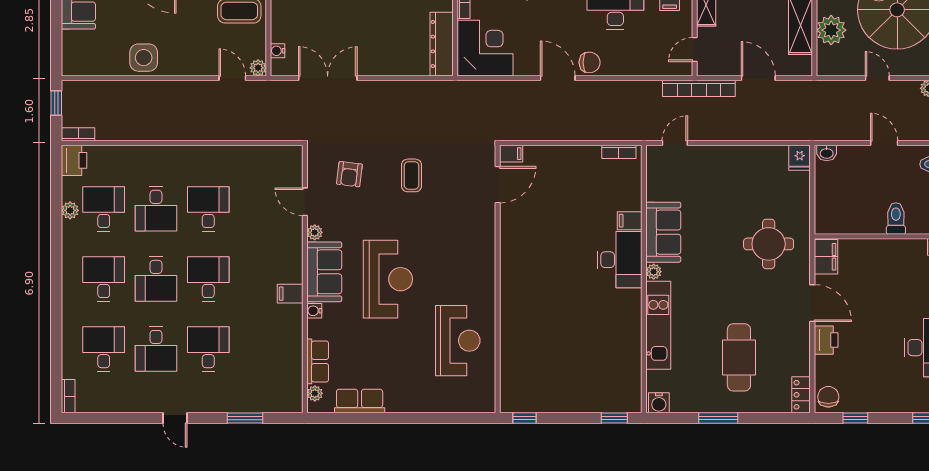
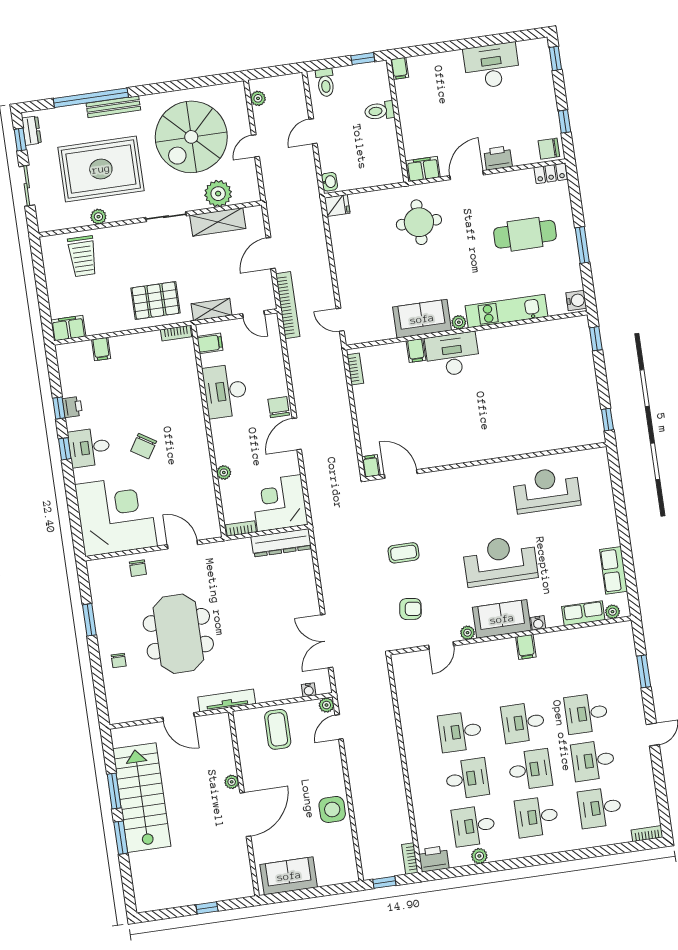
desk: (156, 349) -> (593, 761), turned 180

